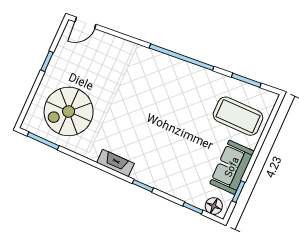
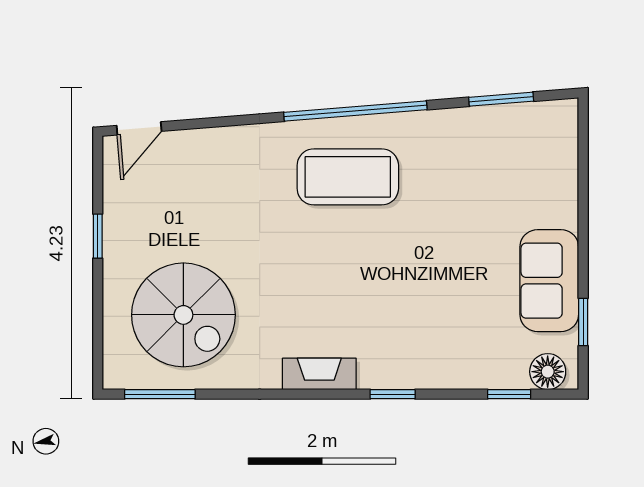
spiral stairs: (69, 111) -> (183, 315), turned -90
coffee table: (238, 116) -> (348, 177), moved

